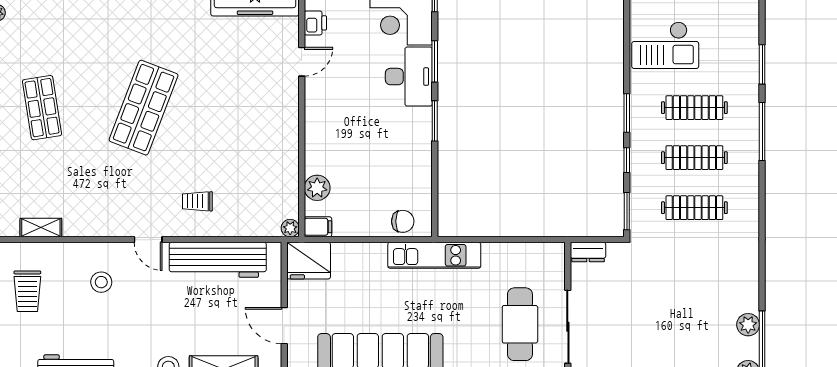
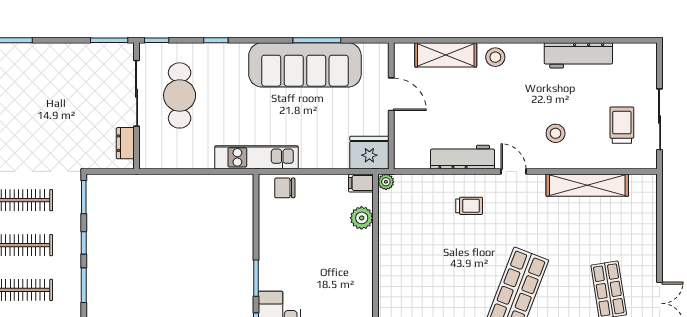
shelving: (41, 228) -> (587, 185), width x2.20, depth x1.33
dresser: (588, 252) -> (125, 143), moved, turned -90
workbench: (218, 260) -> (463, 157), width x0.73, depth x0.76

